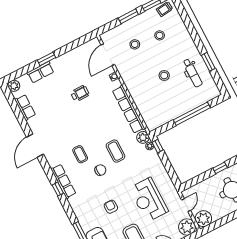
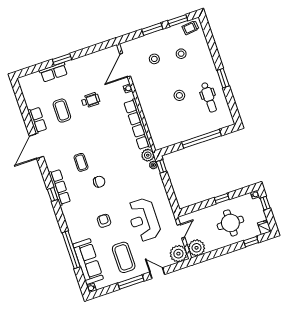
window: (208, 62) -> (223, 78), moved
plant: (14, 86) -> (24, 82), removed
row of seats: (25, 107) -> (37, 120), moved
coffee table: (116, 151) -> (62, 111), moved

